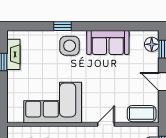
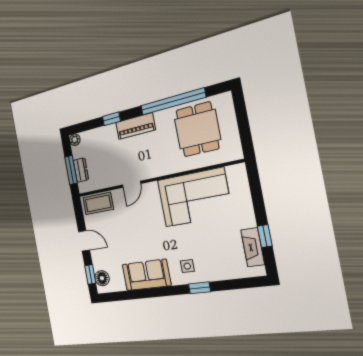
side table: (70, 46) -> (187, 266), width x0.54, depth x0.54

